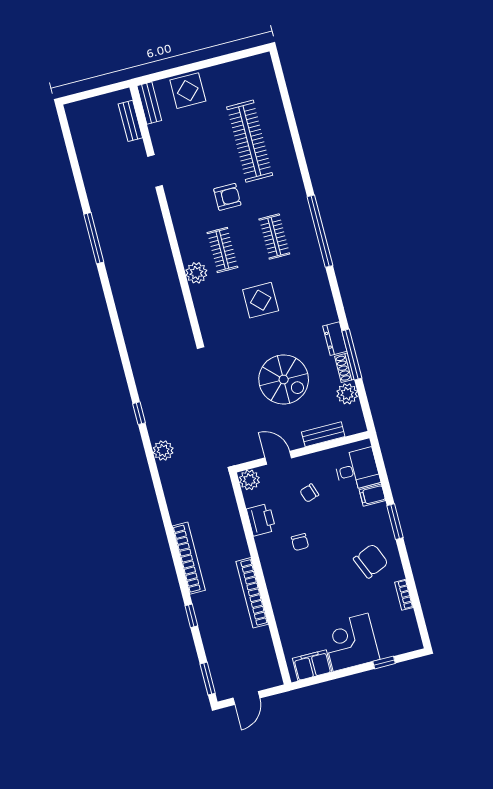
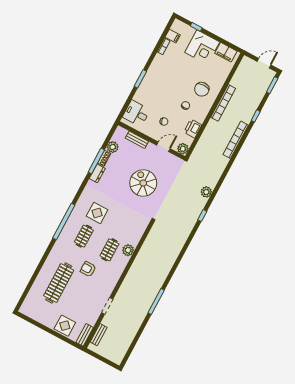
display table: (261, 300) -> (97, 213), moved
spiral stairs: (284, 379) -> (143, 183), moved
door: (278, 458) -> (163, 147), swing flipped
filing cabinet: (372, 495) -> (173, 36), moved
chair: (371, 561) -> (202, 89), moved, turned -67

